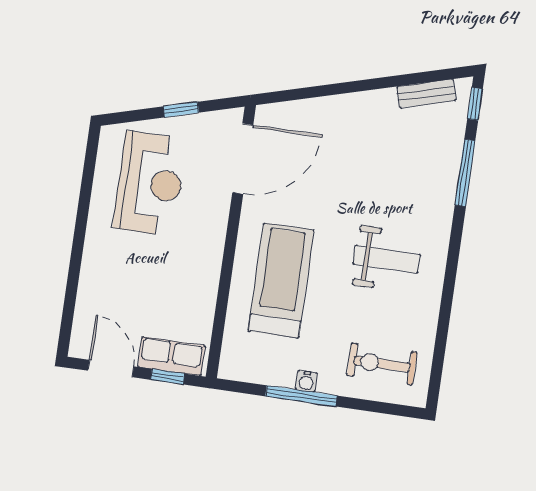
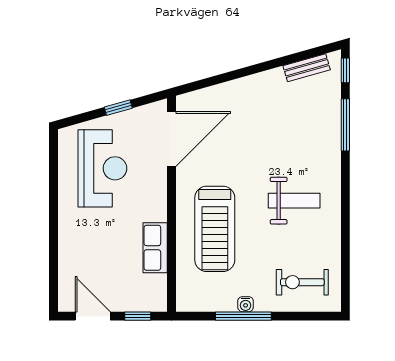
treadmill: (281, 280) -> (215, 229), turned 180
row of seats: (172, 356) -> (155, 248), moved, turned -90

